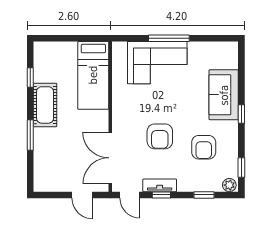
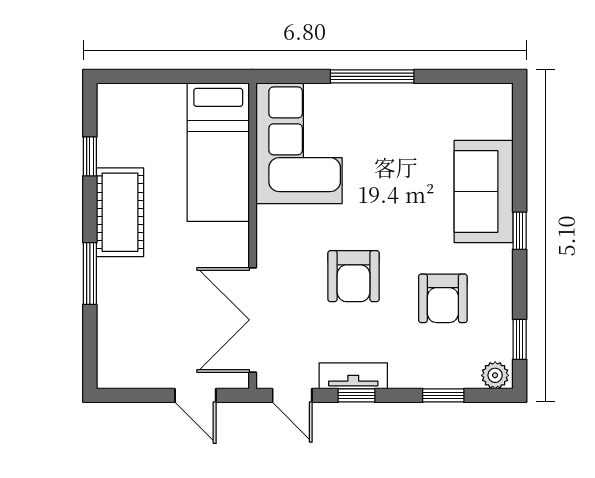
corner sofa: (157, 63) -> (299, 143), moved, turned -90

